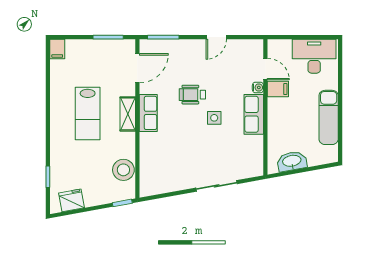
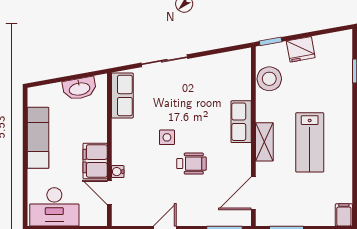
filing cabinet: (278, 89) -> (95, 161), width x2.00
lab bench: (88, 113) -> (310, 142), turned 180
row of seats: (148, 113) -> (241, 122), moved
row of seats: (254, 114) -> (122, 96), moved
fridge: (72, 200) -> (301, 49), moved

